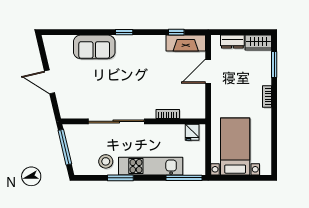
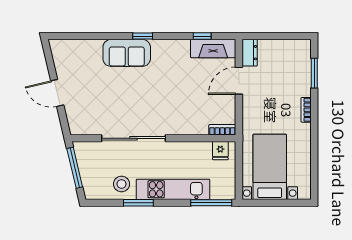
dresser: (232, 42) -> (250, 53), moved, turned -90
wardrobe: (258, 43) -> (296, 48), removed
sofa: (94, 47) -> (127, 53), moved
bookcase: (168, 114) -> (222, 130), moved

